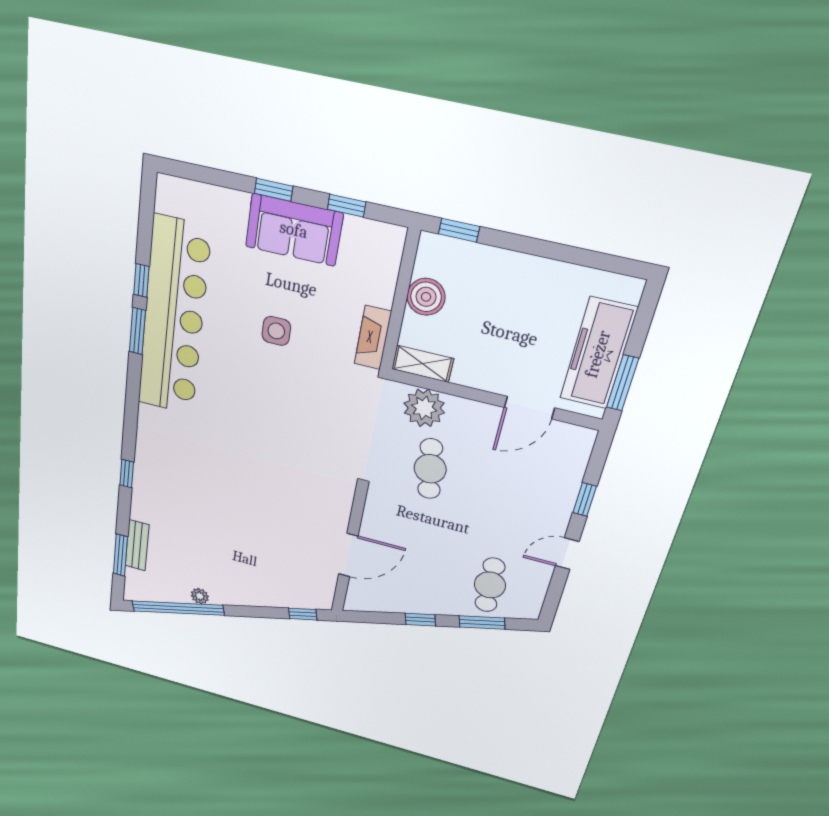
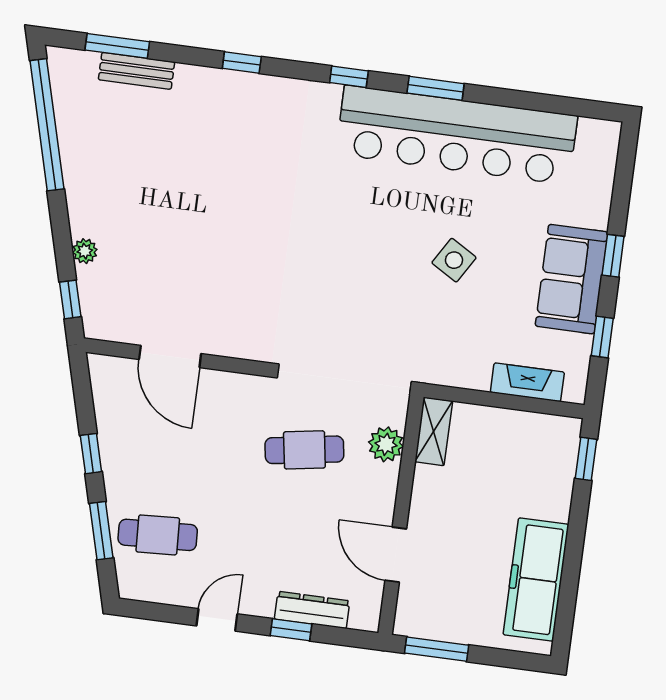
window: (141, 280) -> (349, 77), moved
boiler: (426, 297) -> (511, 430), removed
side table: (276, 331) -> (454, 260), turned 31
fireplace: (373, 338) -> (527, 382), moved
freezer: (598, 354) -> (536, 580), moved, turned -90
plant: (424, 408) -> (386, 444), width x0.73, depth x0.73
dresser: (570, 481) -> (312, 610), added
door: (567, 554) -> (217, 620), hinge flipped
plant: (200, 596) -> (85, 251), moved

